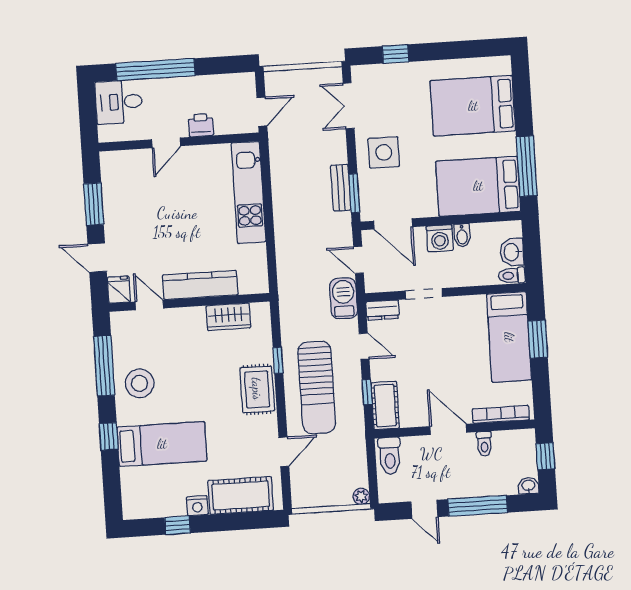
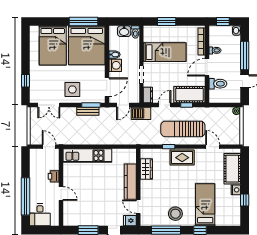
bed: (478, 186) -> (87, 45), width x1.36
door: (149, 305) -> (138, 207), hinge flipped
bed: (509, 337) -> (165, 52), moved
sun lounger: (317, 387) -> (183, 129), turned 180
cot: (385, 405) -> (189, 95), width x1.37, depth x1.34
toilet: (390, 456) -> (218, 84), moved

